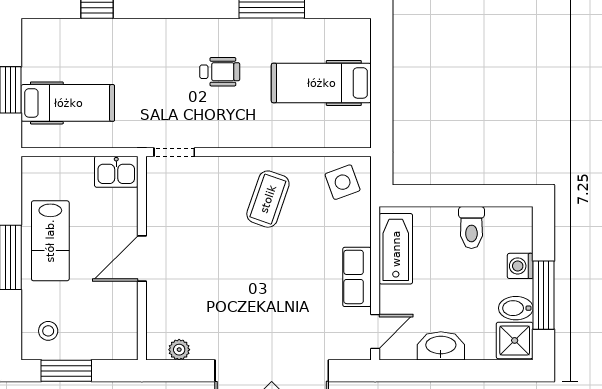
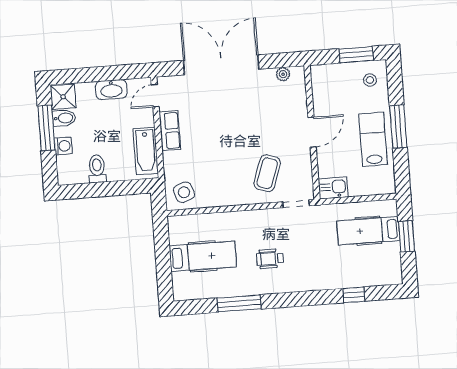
coffee table: (268, 199) -> (267, 173), moved

